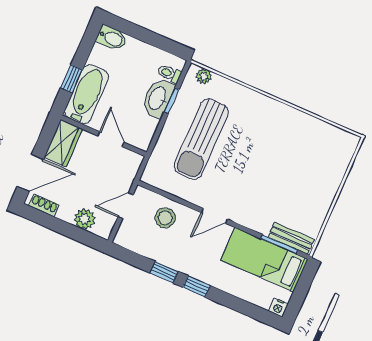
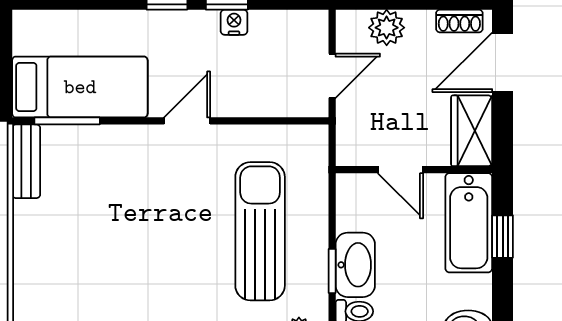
stool: (165, 218) -> (262, 84), removed
bench: (291, 238) -> (26, 161), moved, turned 90
nightstand: (278, 307) -> (234, 22), moved

